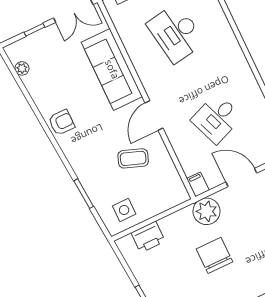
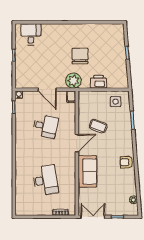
sofa: (112, 69) -> (87, 171), width x0.73
desk: (217, 118) -> (45, 126), turned 33
printer: (148, 237) -> (98, 82), moved
chair: (215, 255) -> (80, 56), turned 180

